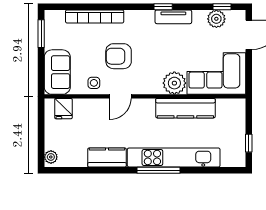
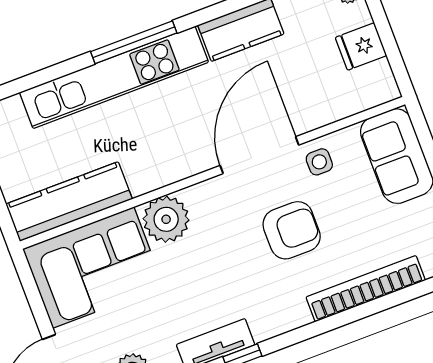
door: (120, 96) -> (259, 155), width x1.88
kitchen counter: (185, 108) -> (69, 202), moved
fridge: (63, 109) -> (361, 47), moved, turned -90

